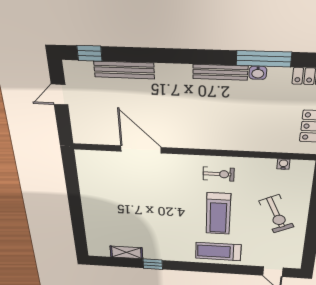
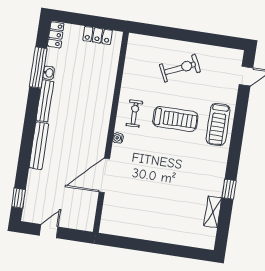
bench: (124, 70) -> (39, 146), moved
door: (60, 95) -> (49, 231), swing flipped
water cooler: (283, 164) -> (118, 138), moved

